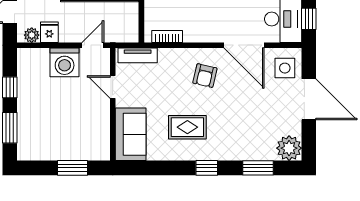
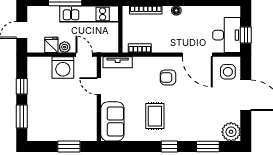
plant: (32, 35) -> (65, 47), moved
door: (93, 45) -> (84, 55), hinge flipped
armchair: (205, 76) -> (168, 77), turned 77
rug: (187, 127) -> (155, 116), turned 90

